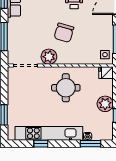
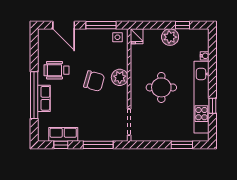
plant: (49, 57) -> (120, 77), moved
round table: (66, 88) -> (161, 87), moved
window: (91, 144) -> (212, 53), removed

